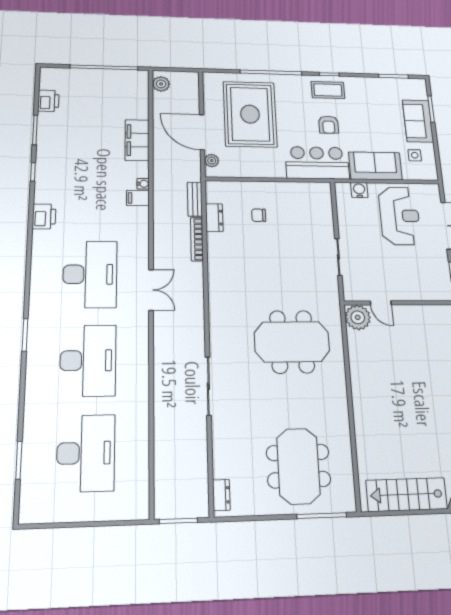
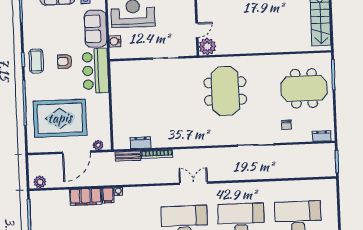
armchair: (329, 125) -> (65, 61), turned 180
filing cabinet: (138, 198) -> (108, 195), moved
chair: (259, 215) -> (287, 125), moved

